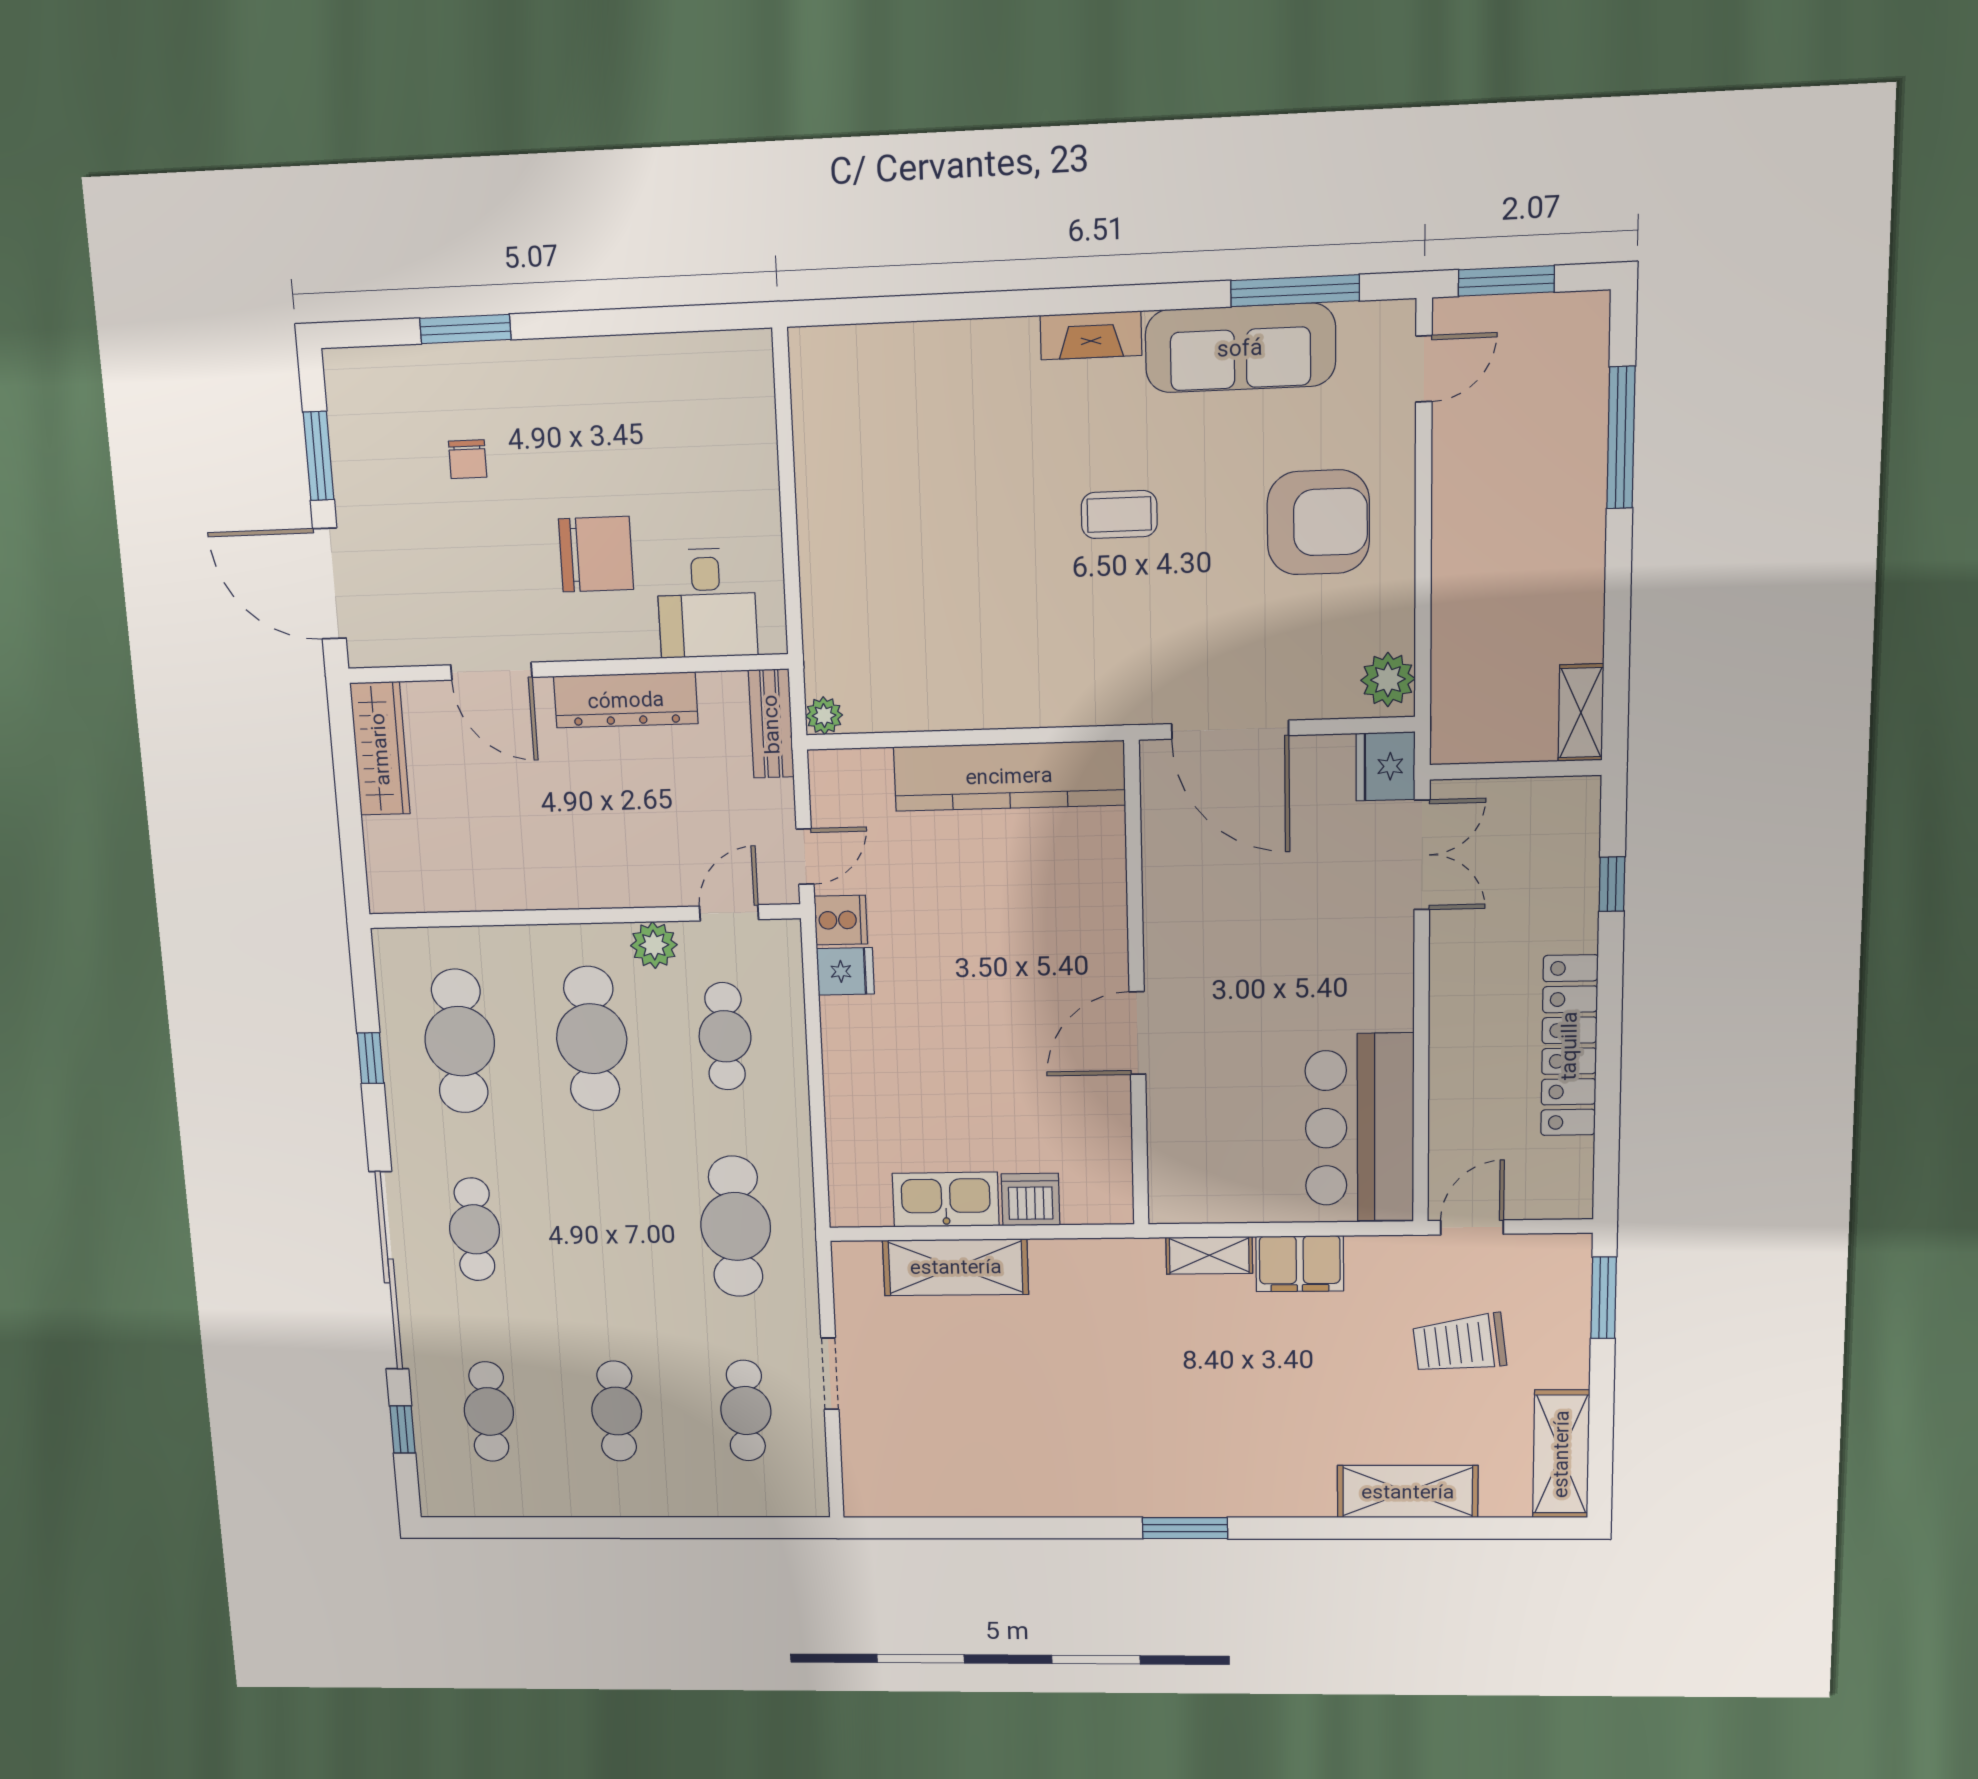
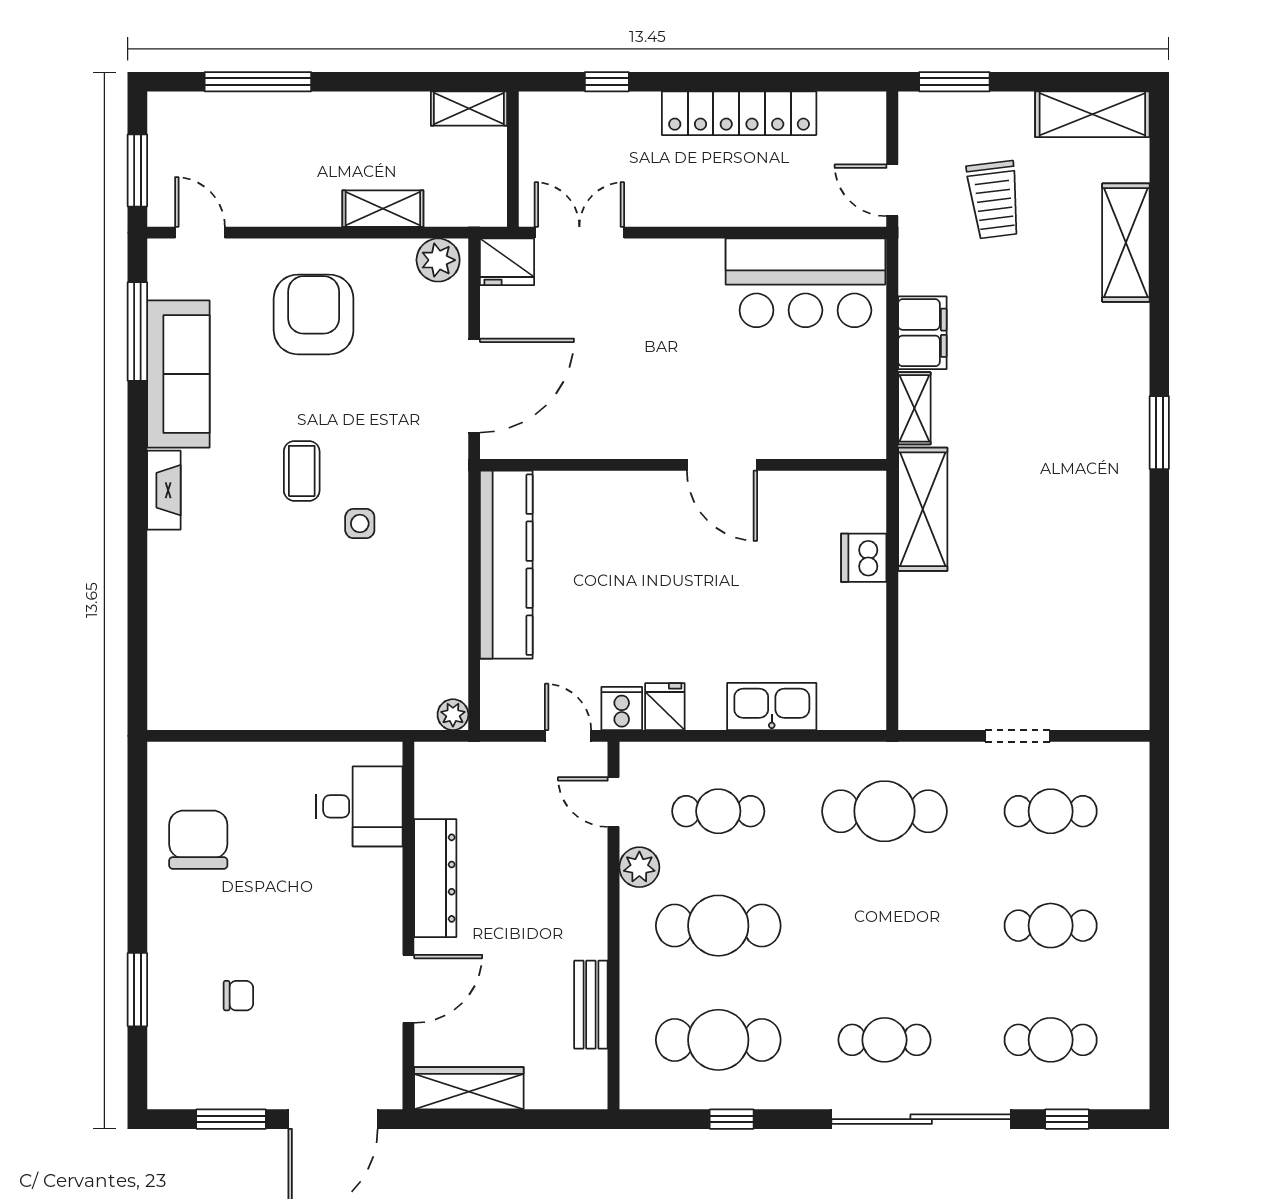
chair: (596, 554) -> (198, 840), moved
side table: (1055, 591) -> (360, 524), added
shelving: (1454, 607) -> (383, 209), added
bench: (771, 724) -> (591, 1005), moved, turned 90
kitchen sink: (946, 1200) -> (772, 707), moved, turned 90
shelving: (956, 1267) -> (923, 509), moved

